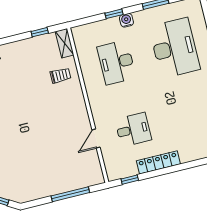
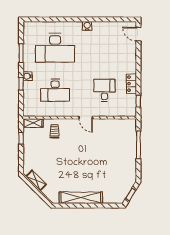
desk: (174, 48) -> (55, 48), turned 180
door: (96, 138) -> (86, 118), moved
locker: (158, 162) -> (131, 84), width x0.66

